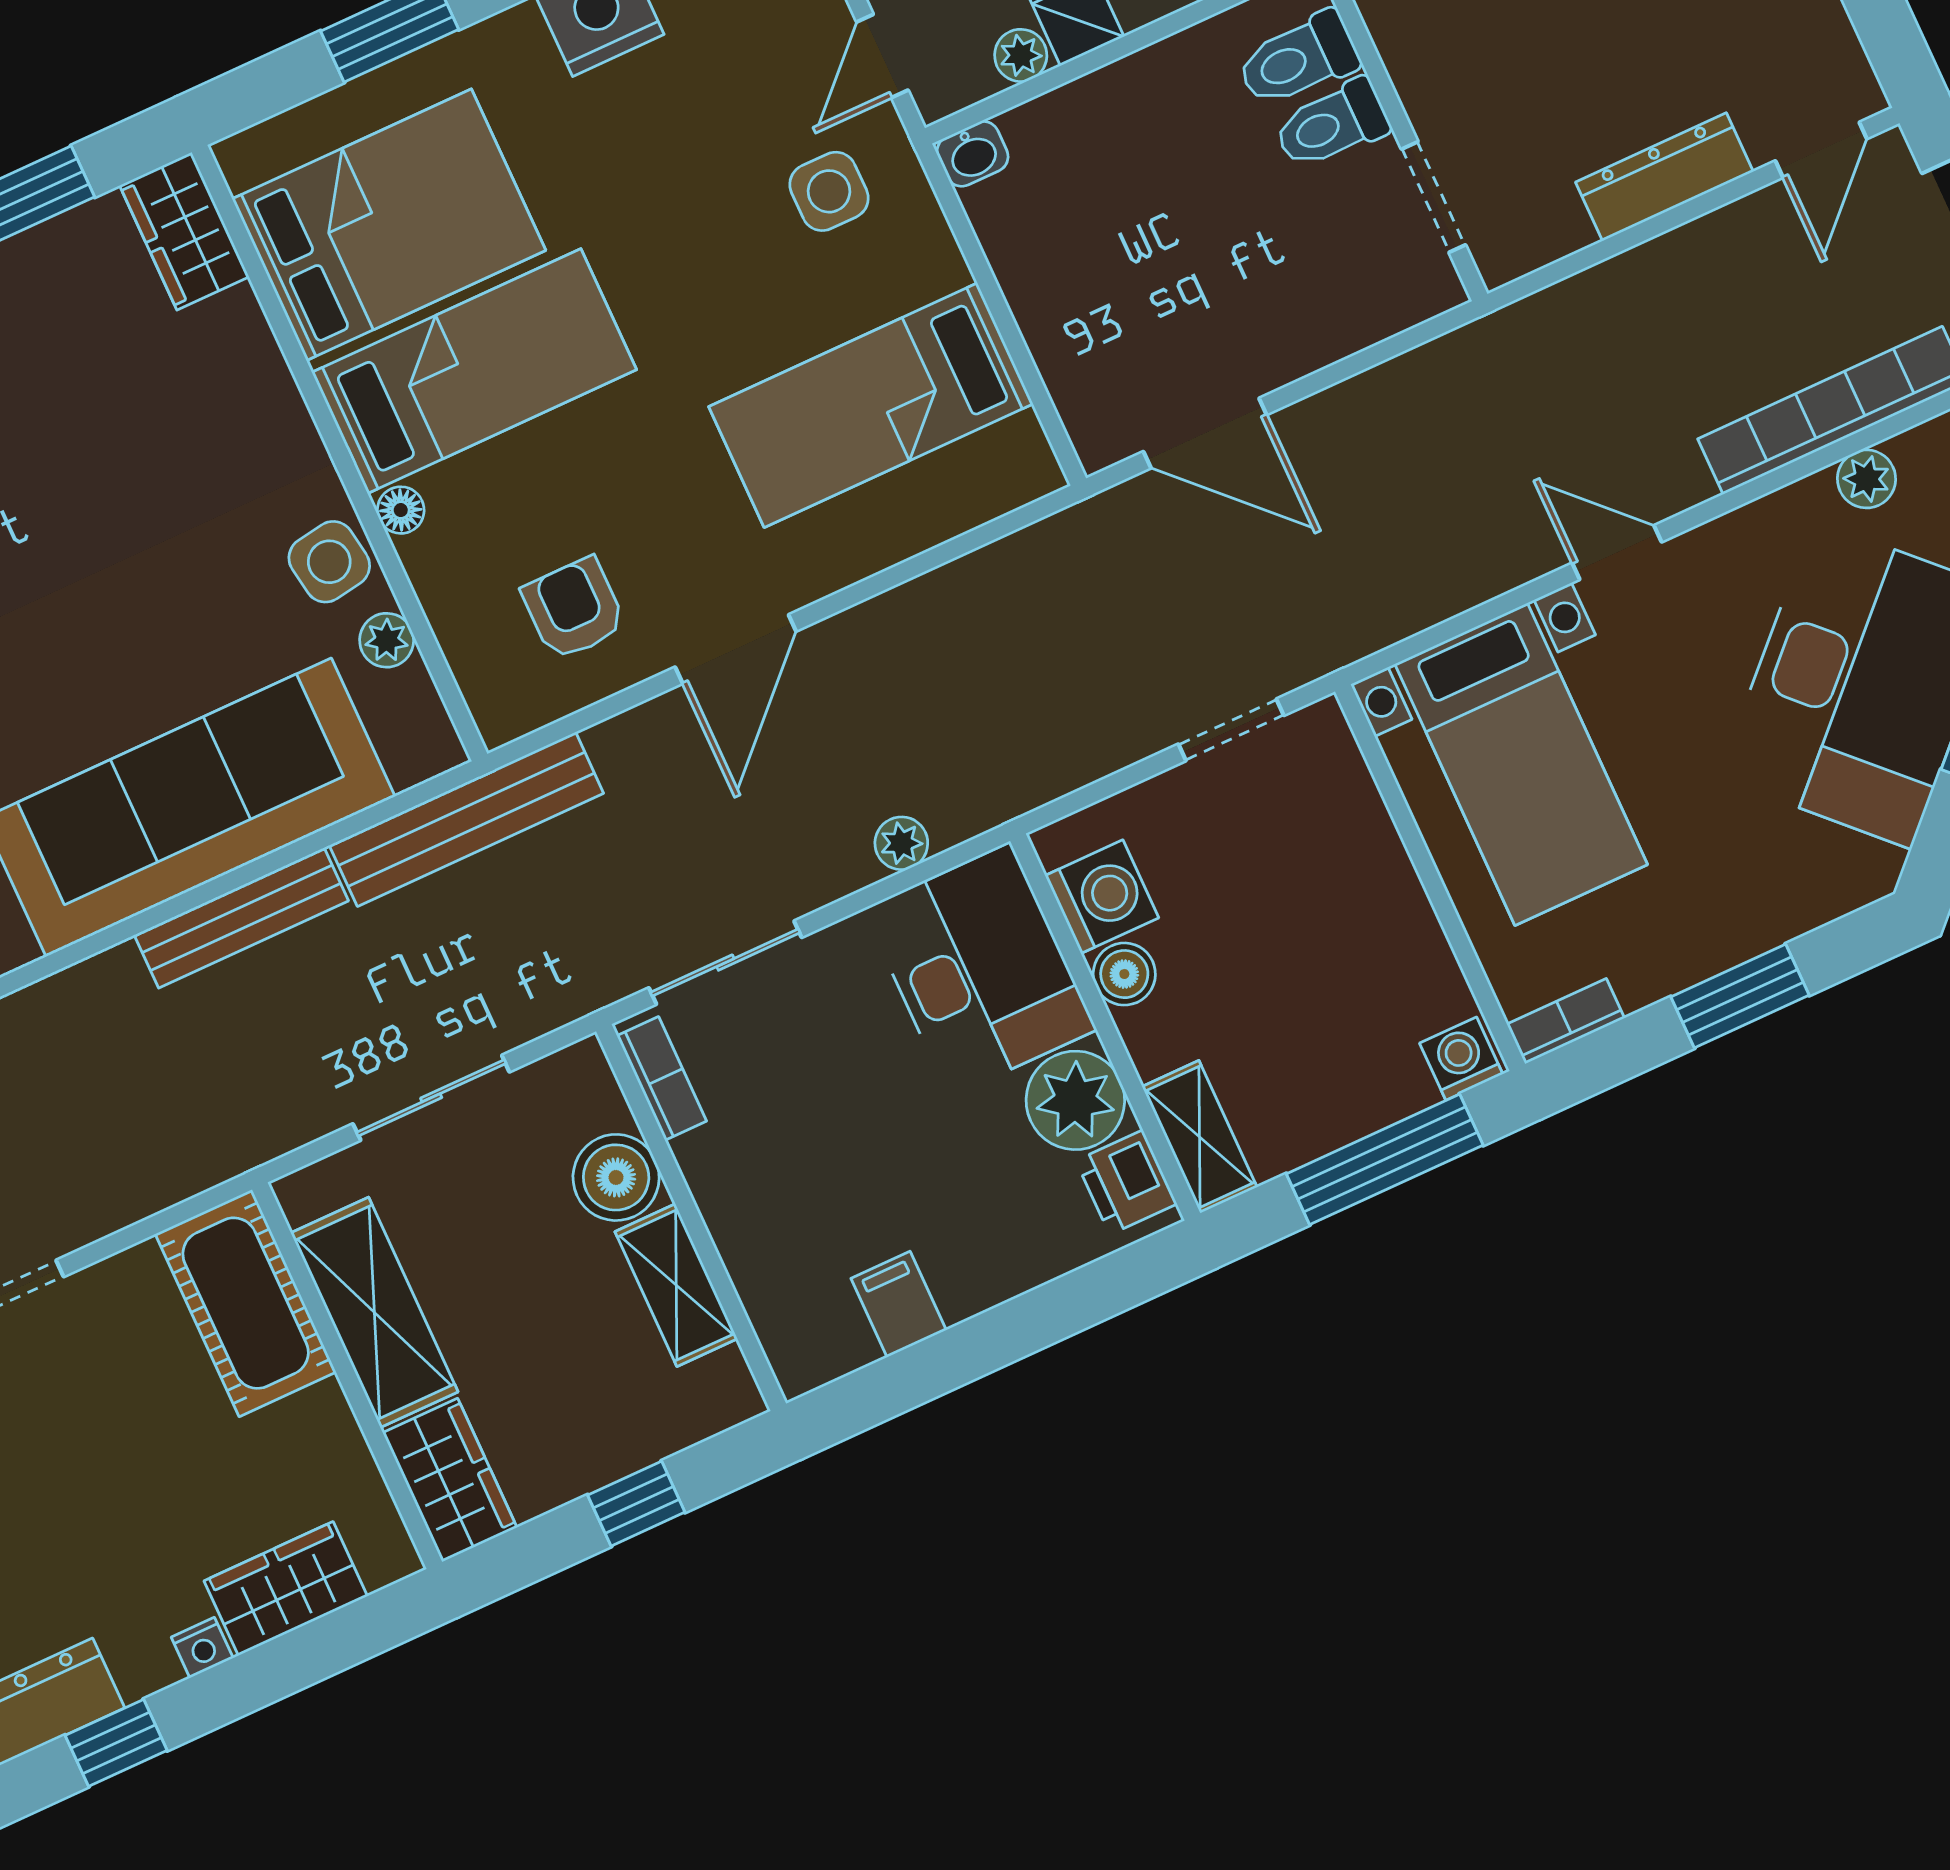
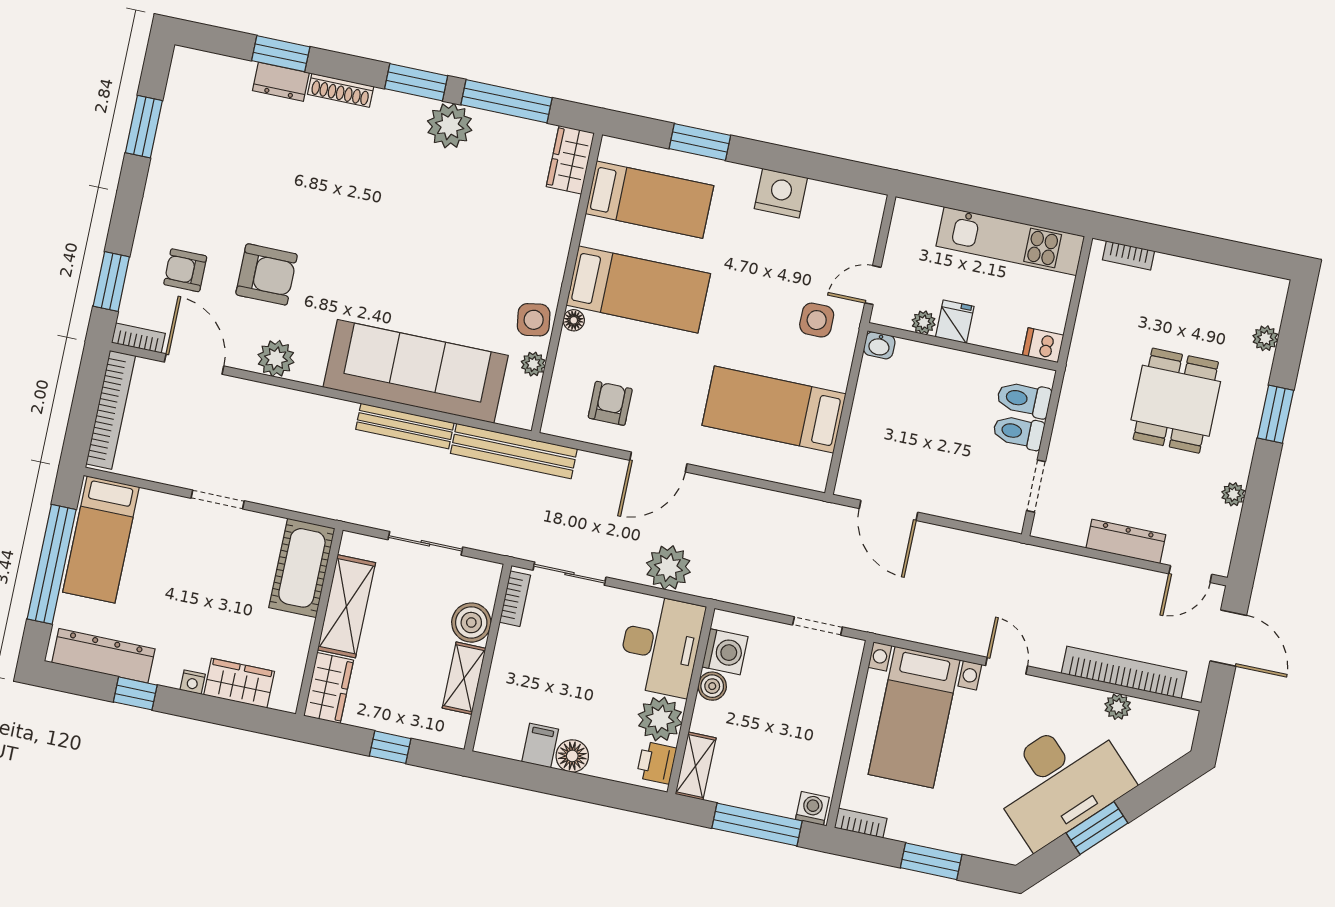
bed: (389, 225) -> (650, 200), width x0.67
plant: (901, 843) -> (668, 568), width x1.87, depth x1.87
floor lamp: (969, 1281) -> (572, 756), added

